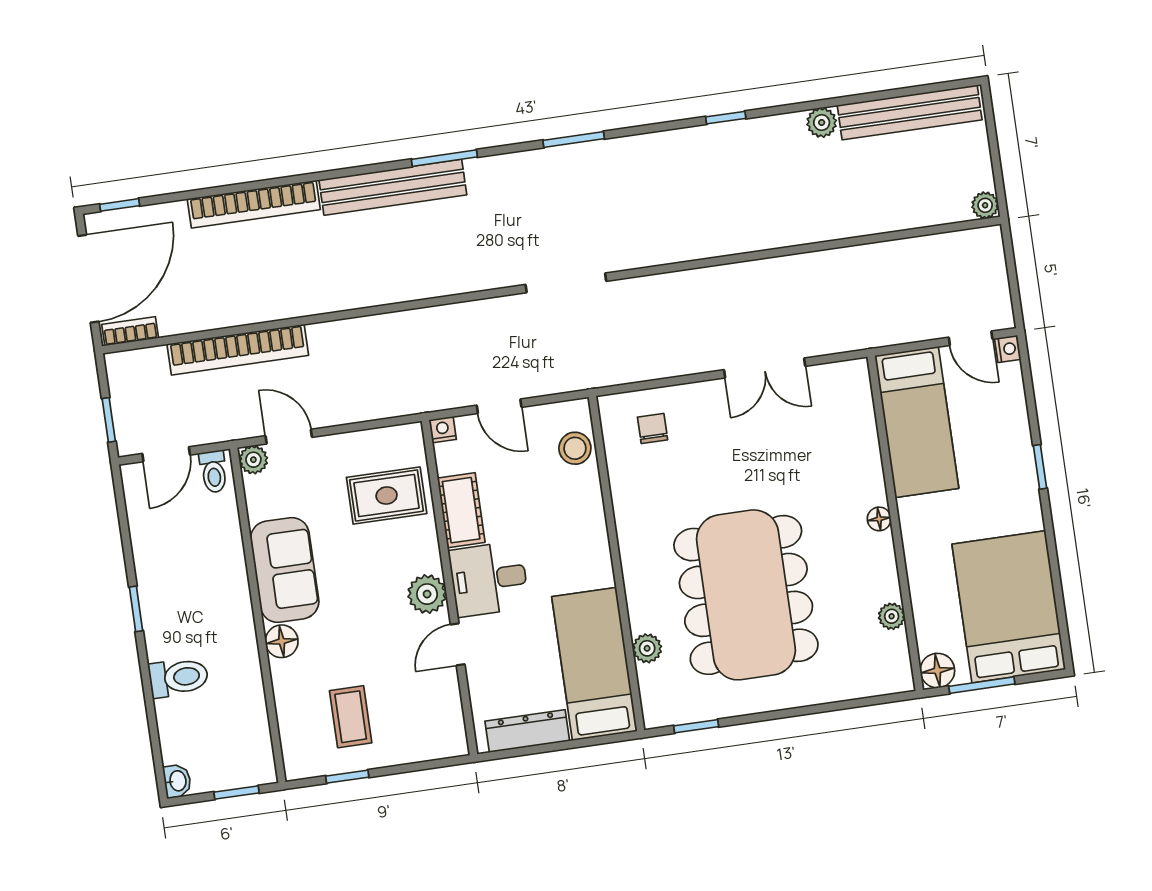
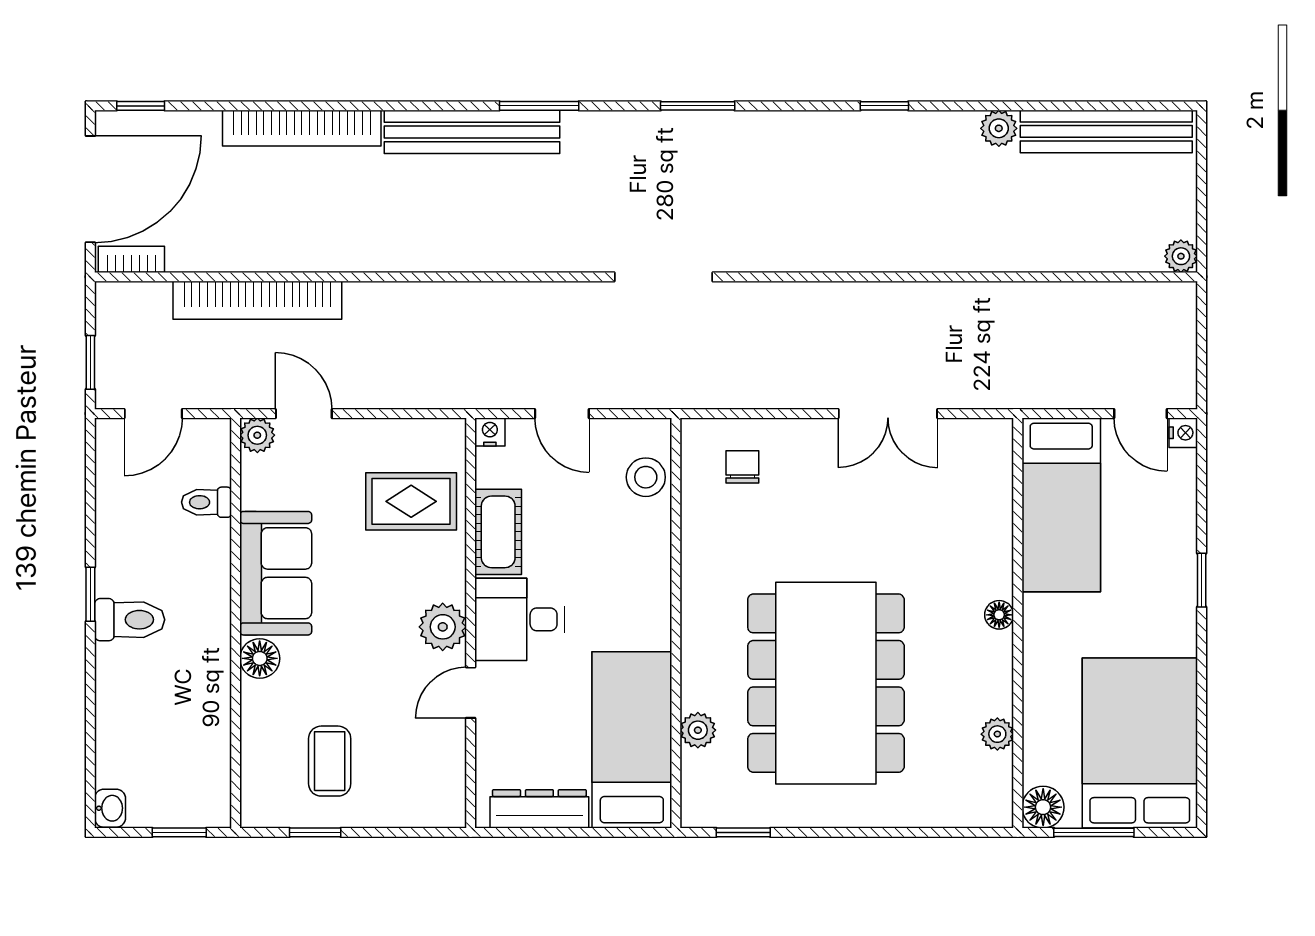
toilet: (214, 472) -> (207, 502), moved, turned 90
toilet: (179, 677) -> (130, 620), moved

